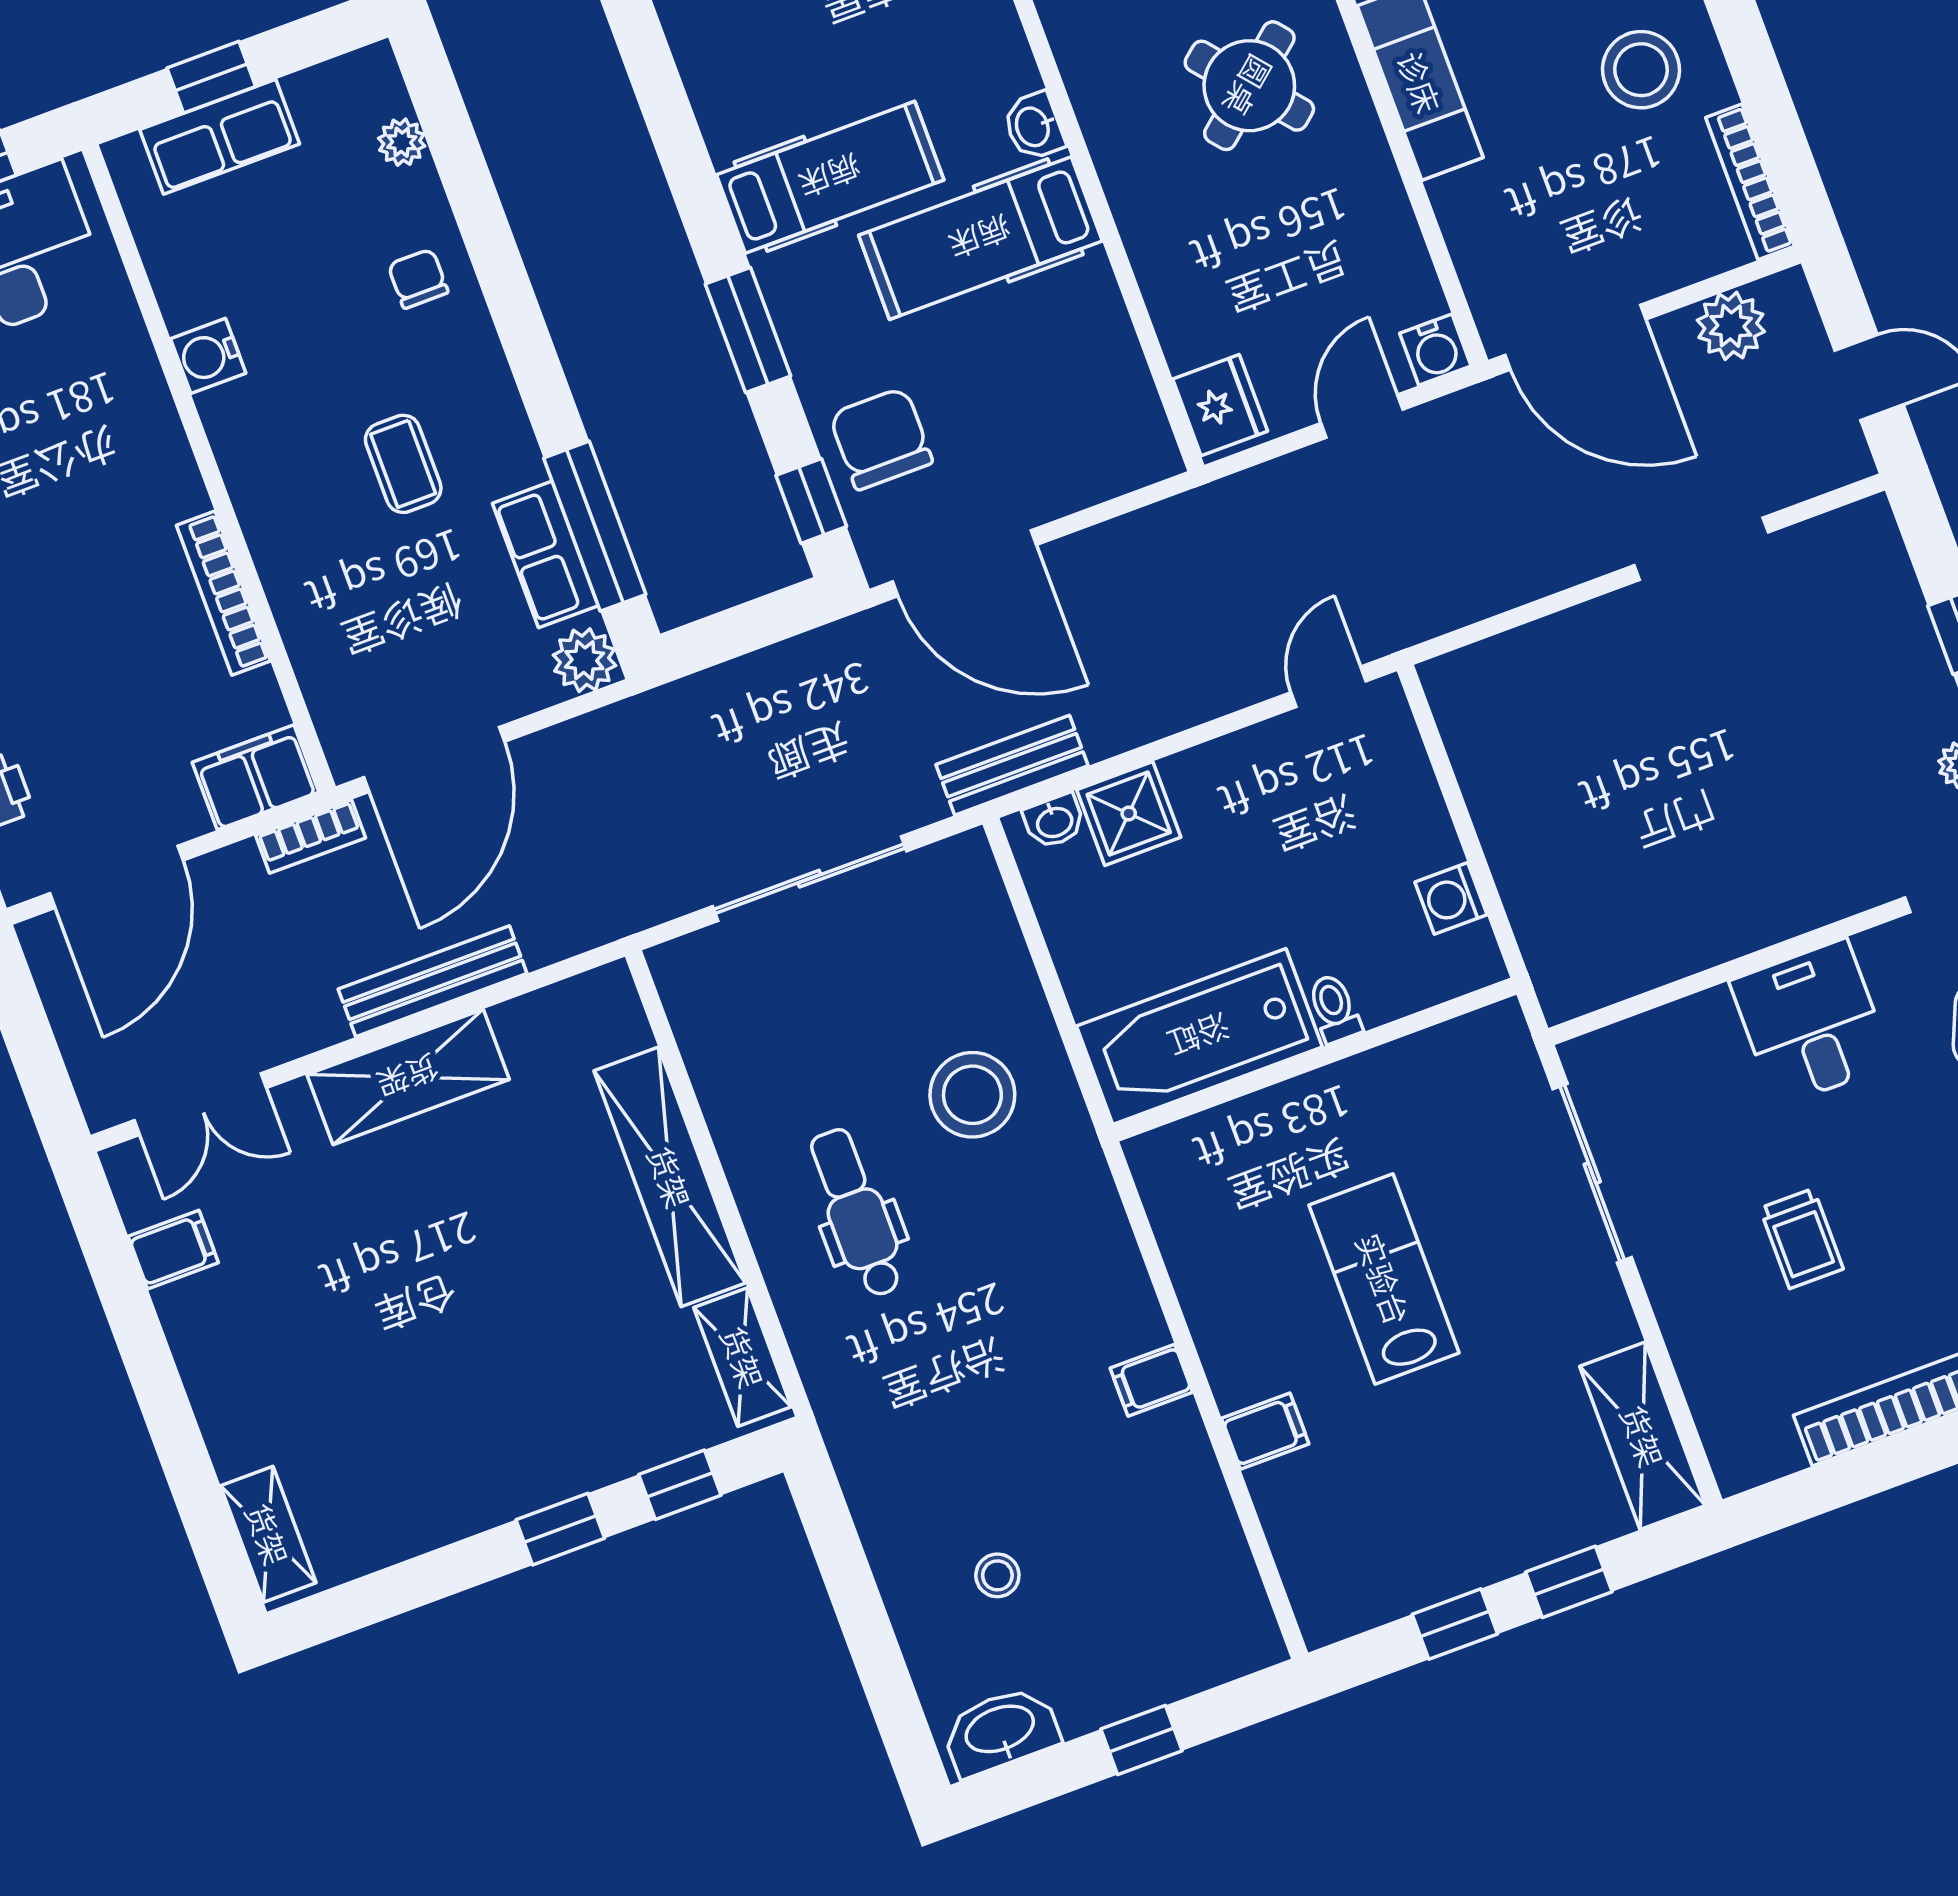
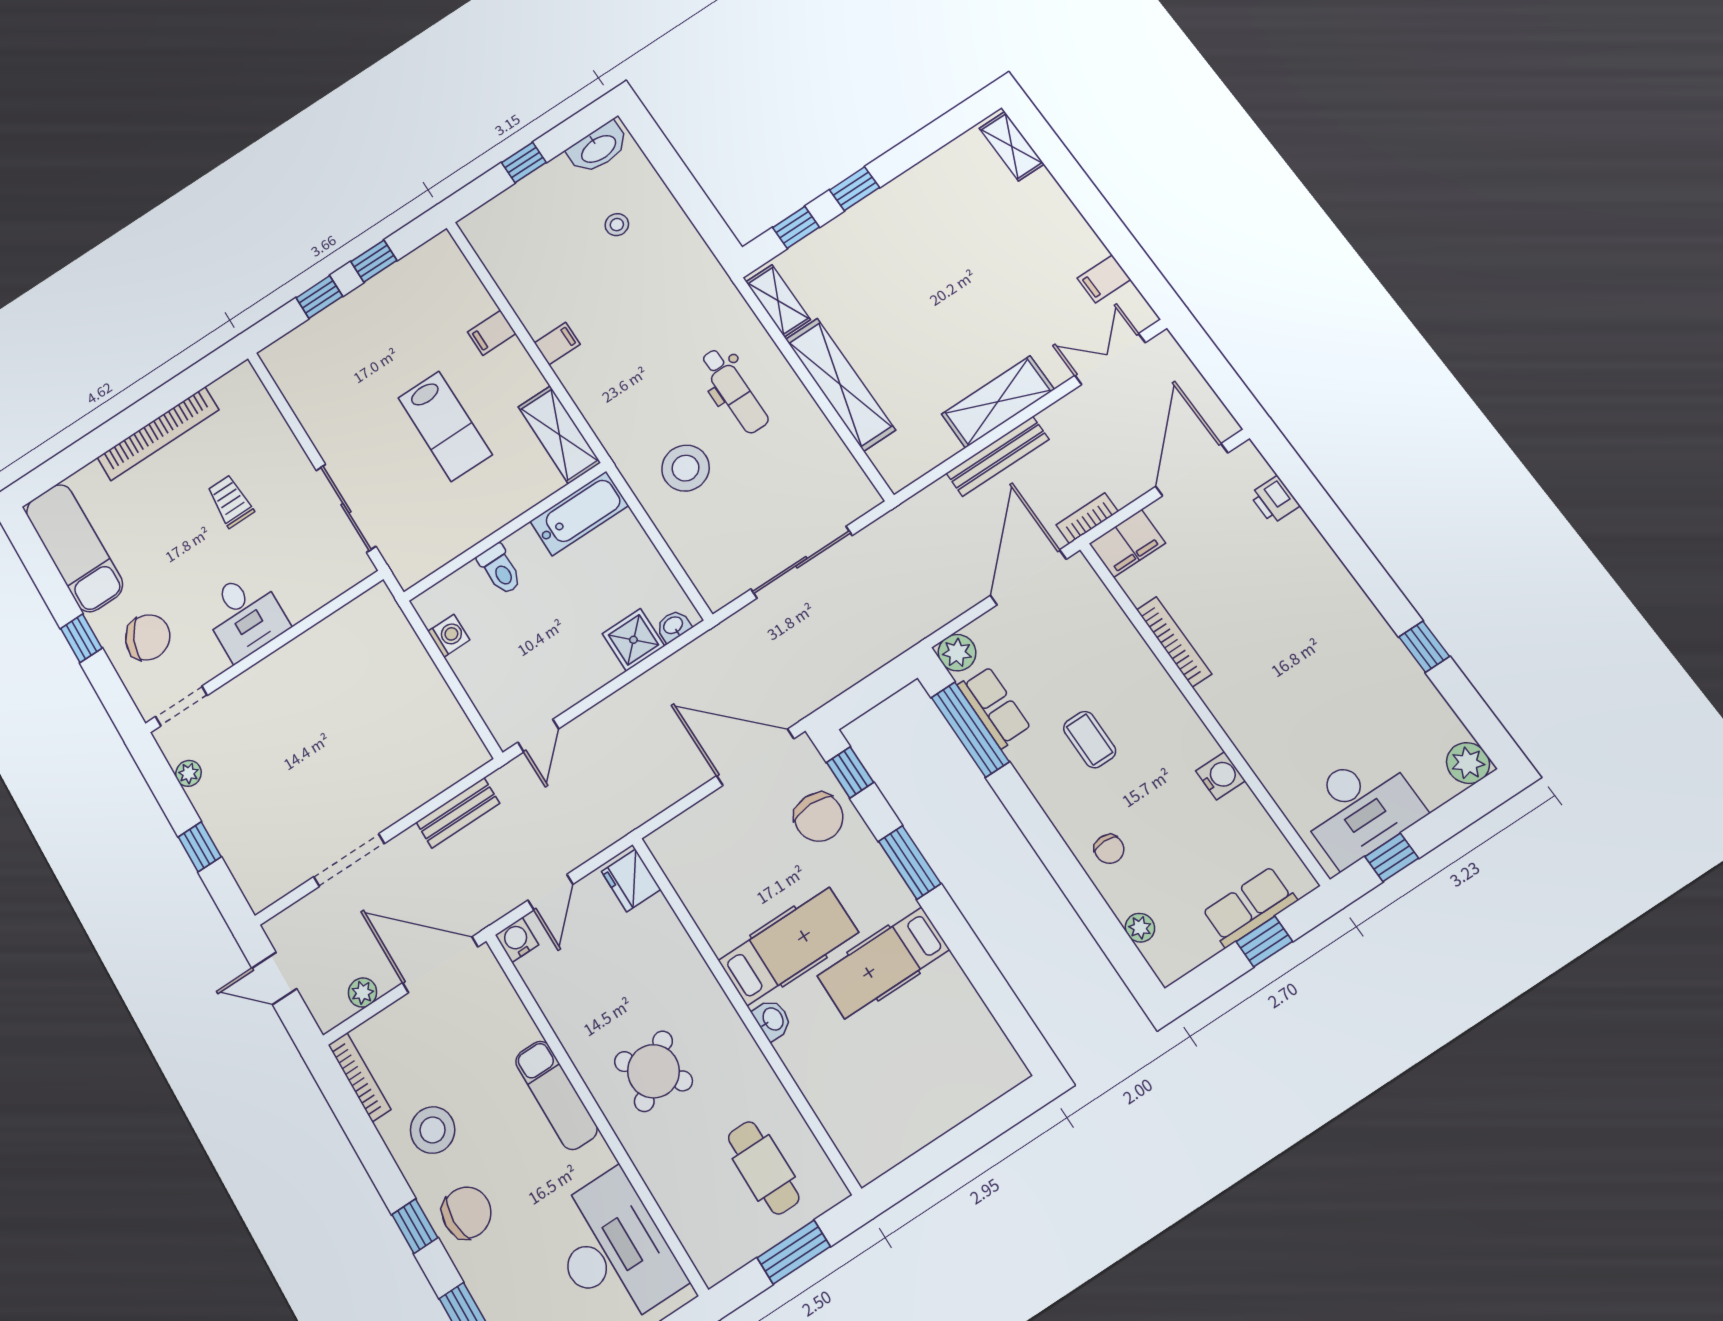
plant: (1731, 326) -> (363, 993), width x0.73, depth x0.73
bench: (1012, 765) -> (458, 813), moved
toilet: (1334, 1008) -> (500, 569), width x1.37, depth x1.39
bathtub: (1199, 1036) -> (579, 513), width x0.73, depth x0.73
shelving: (1643, 1436) -> (559, 435), moved

